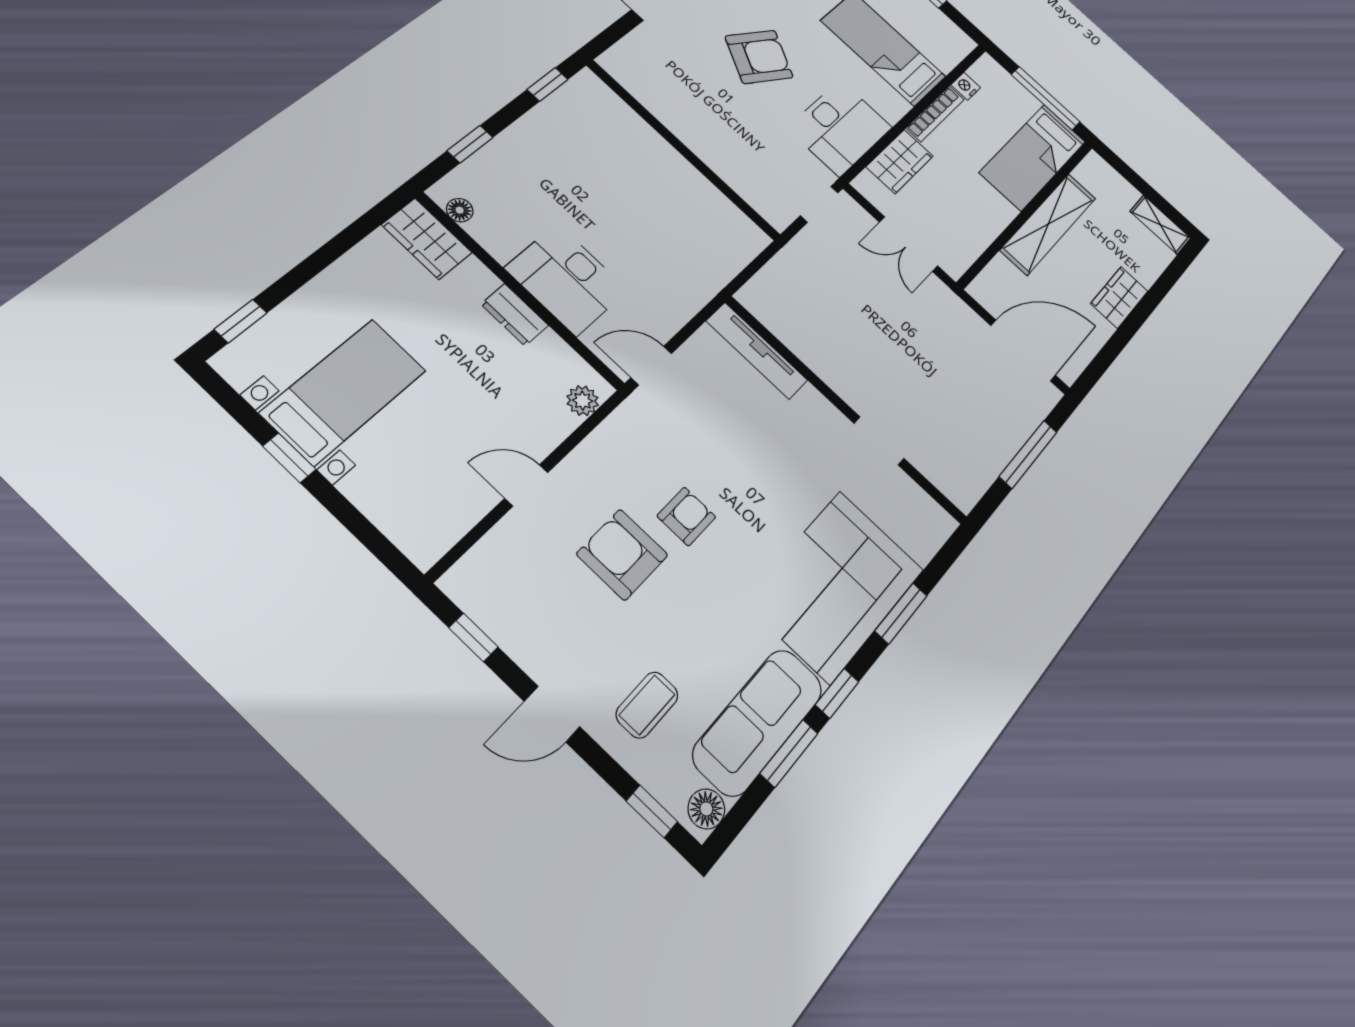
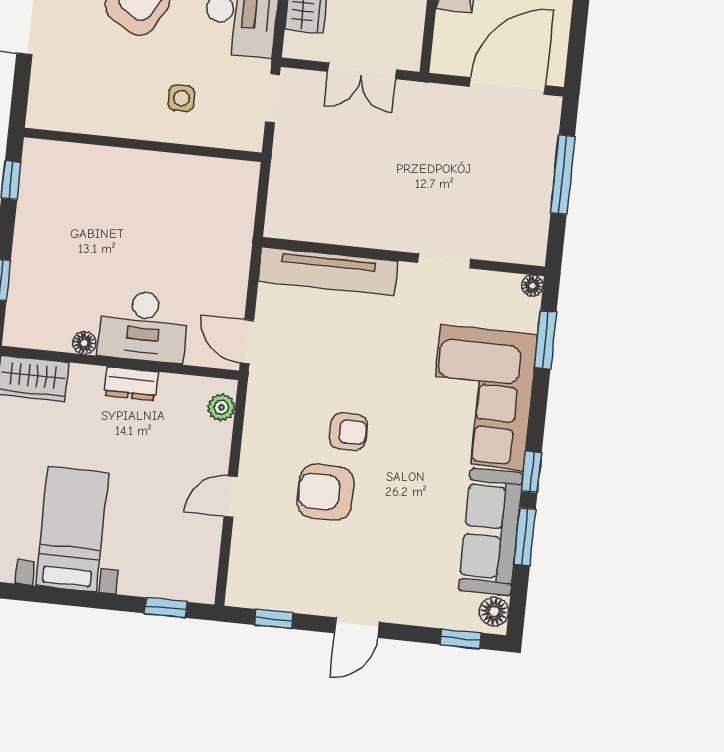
side table: (743, 144) -> (181, 98), added
floor lamp: (460, 210) -> (84, 343), moved
tv unit: (757, 351) -> (328, 271), width x1.36, depth x1.29
door: (651, 366) -> (247, 342), hinge flipped
window: (289, 458) -> (166, 608), moved
armchair: (686, 516) -> (348, 432), turned 90
floor lamp: (945, 524) -> (532, 286), added
window: (901, 613) -> (545, 340), moved
coffee table: (647, 705) -> (412, 577), removed

